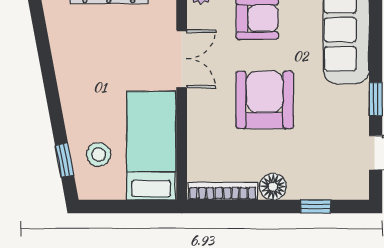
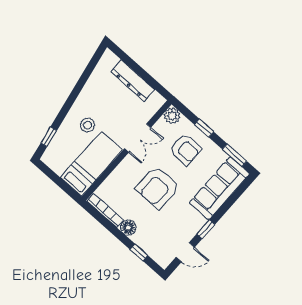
armchair: (265, 100) -> (158, 187), turned 180
stool: (99, 155) -> (88, 125), moved

